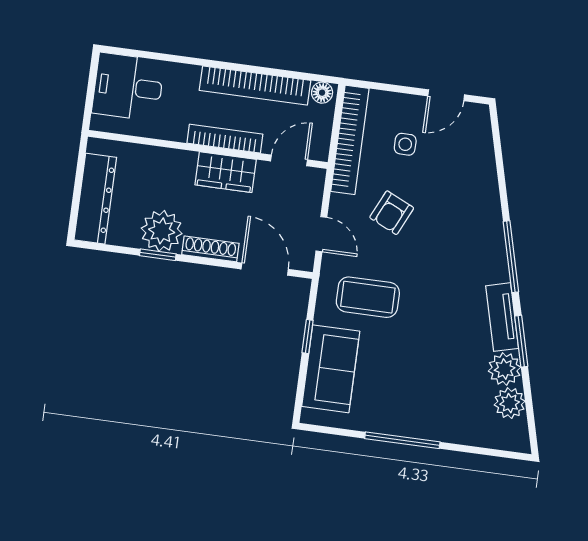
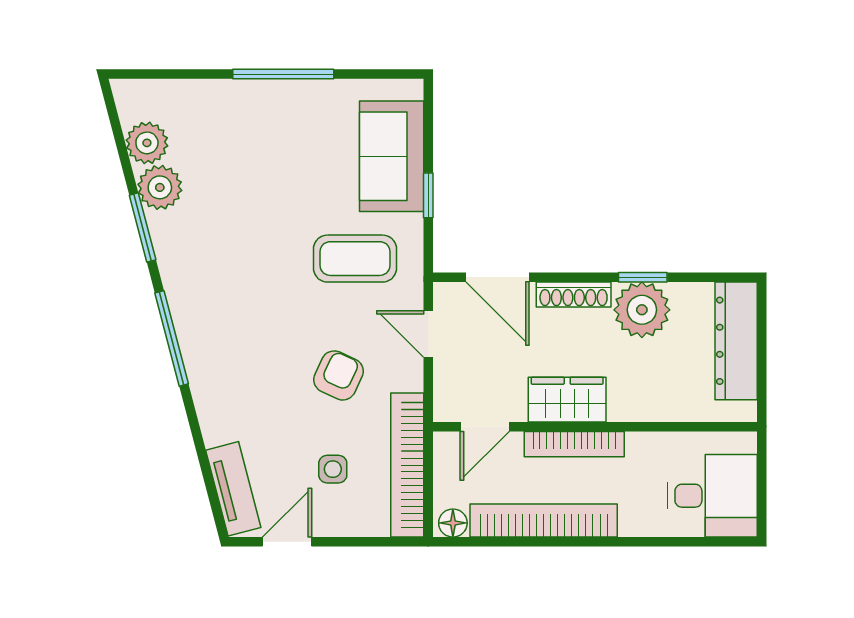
tv unit: (502, 317) -> (233, 489), moved

